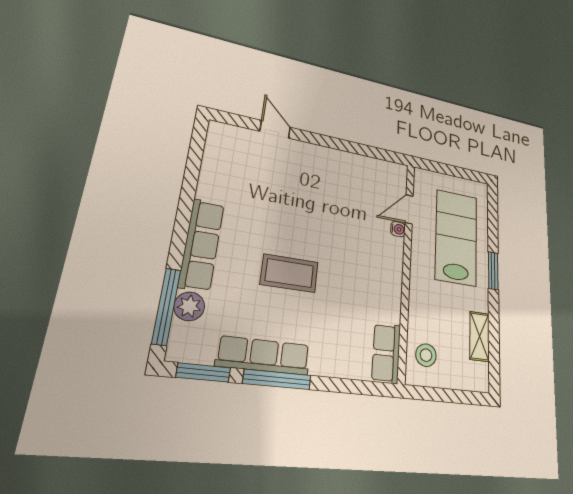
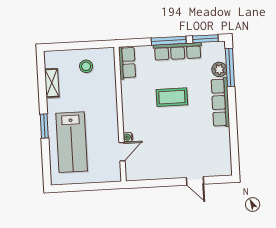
door: (409, 209) -> (122, 152), moved
water cooler: (398, 229) -> (128, 137), moved
wall: (406, 268) -> (120, 114), moved
row of seats: (386, 353) -> (127, 63), moved

